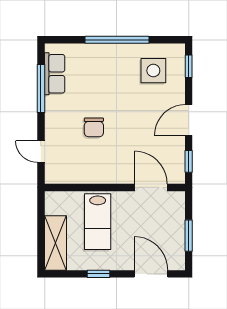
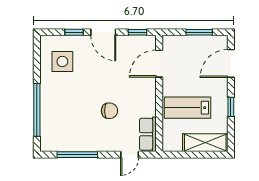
window: (117, 40) -> (37, 110), moved
window: (189, 66) -> (74, 32), moved
row of seats: (55, 74) -> (148, 134), moved, turned -90
lab bench: (98, 222) -> (188, 108), turned 180

